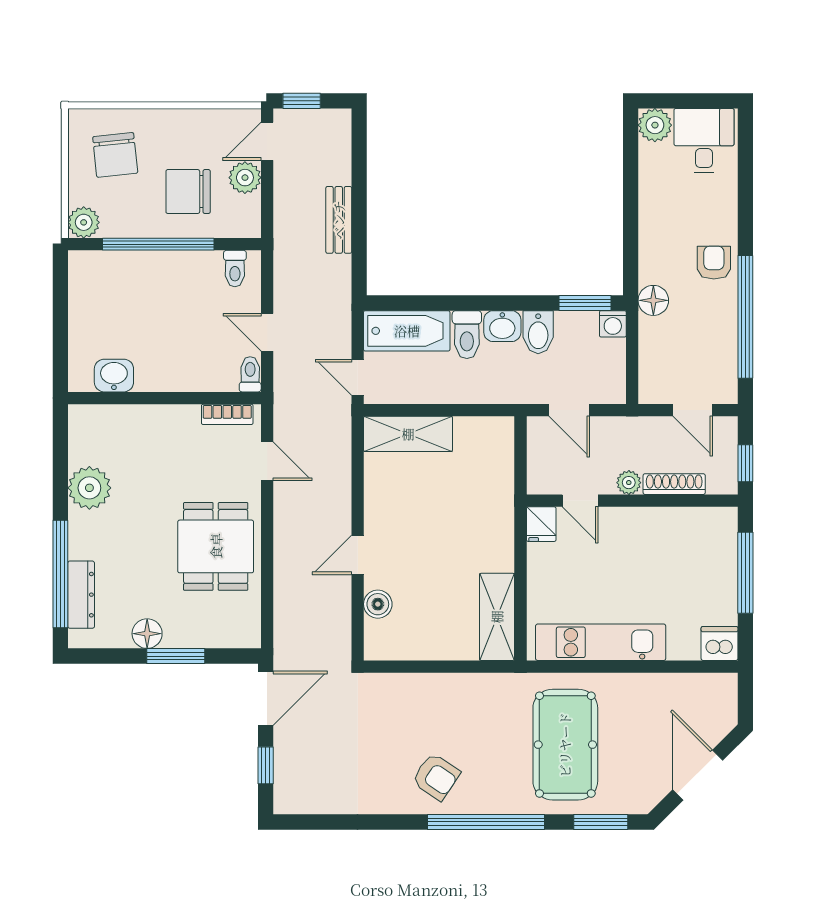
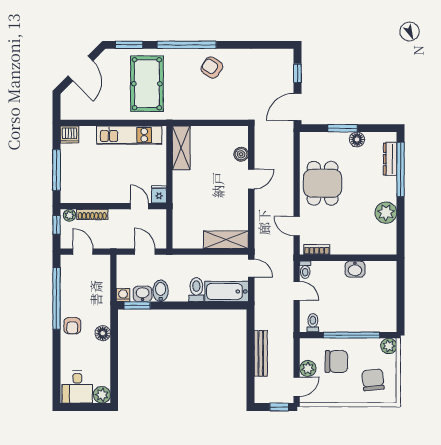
bench: (339, 220) -> (261, 353), width x1.36
floor lamp: (653, 300) -> (103, 333), moved
washbasin: (502, 326) -> (143, 294), moved
washbasin: (114, 376) -> (355, 269), moved
plant: (629, 483) -> (69, 215), moved

